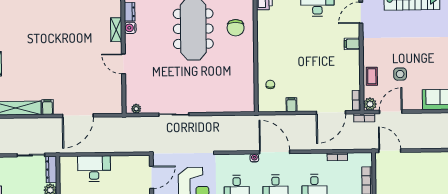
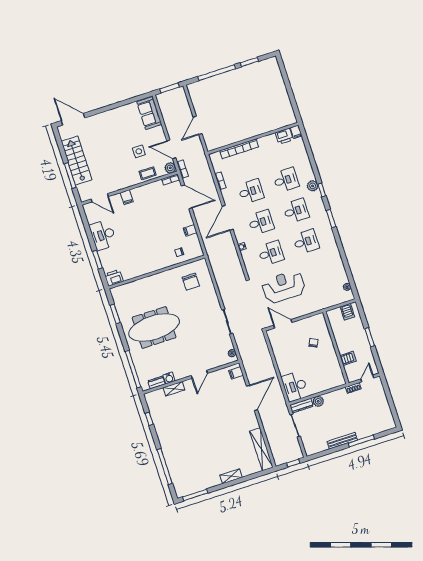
chair: (236, 28) -> (191, 282), moved, turned 90
filing cabinet: (47, 107) -> (236, 373), moved
door: (78, 116) -> (252, 398), hinge flipped
door: (390, 151) -> (198, 125), moved
door: (275, 152) -> (228, 218), moved
desk: (94, 169) -> (295, 386), moved

